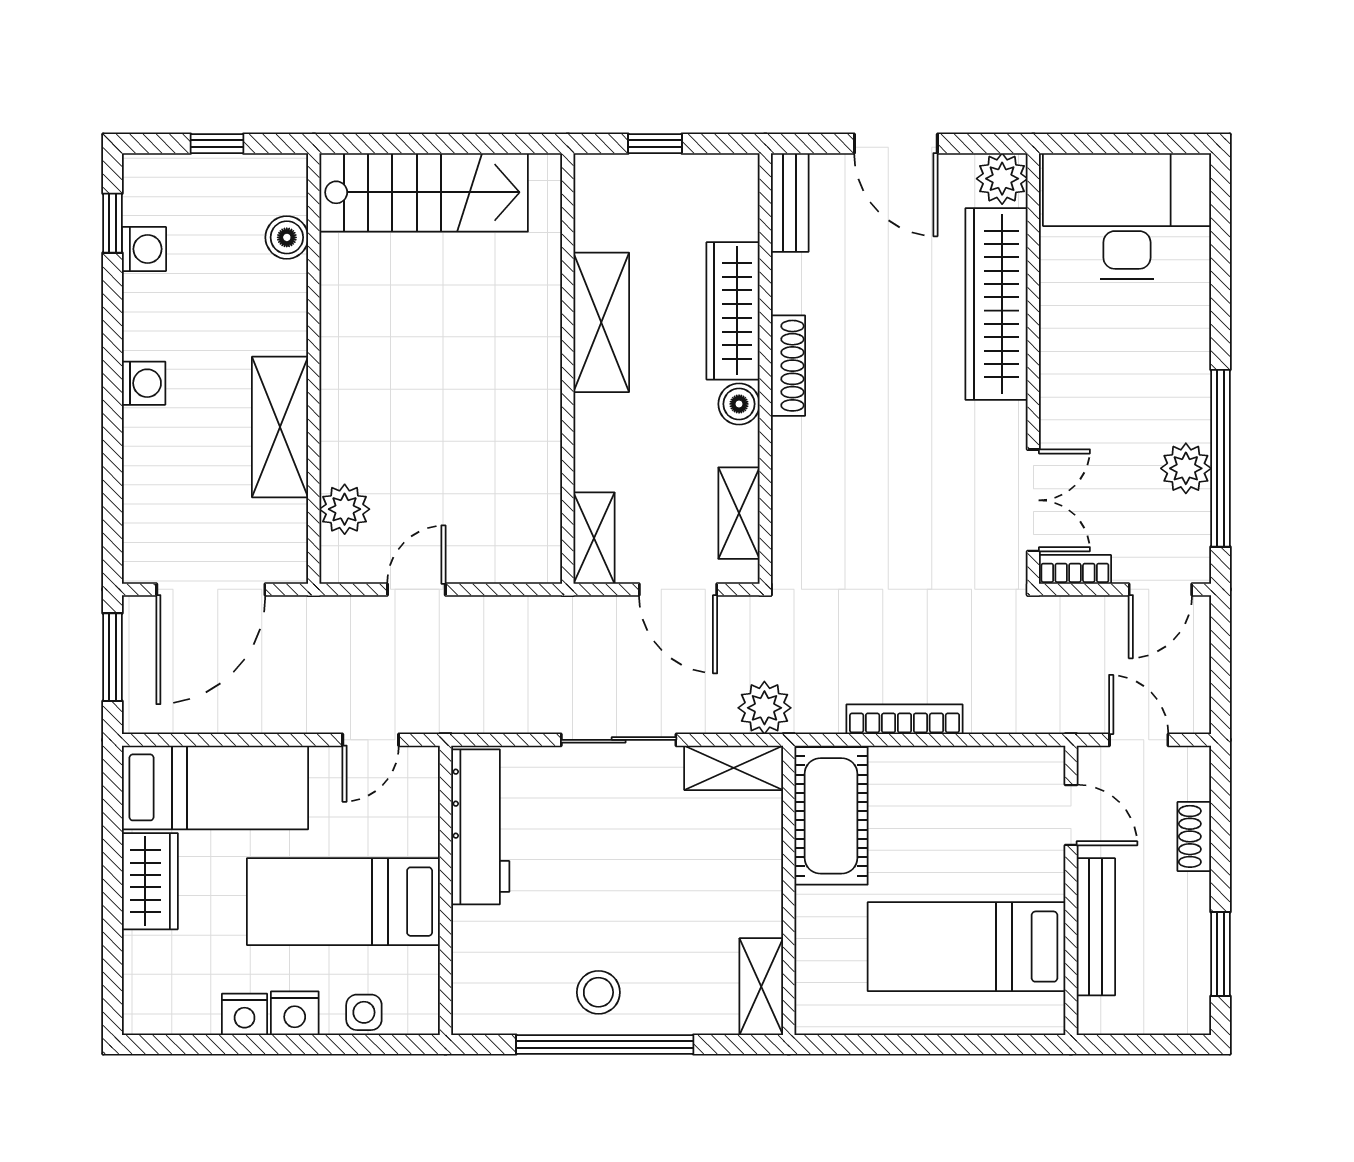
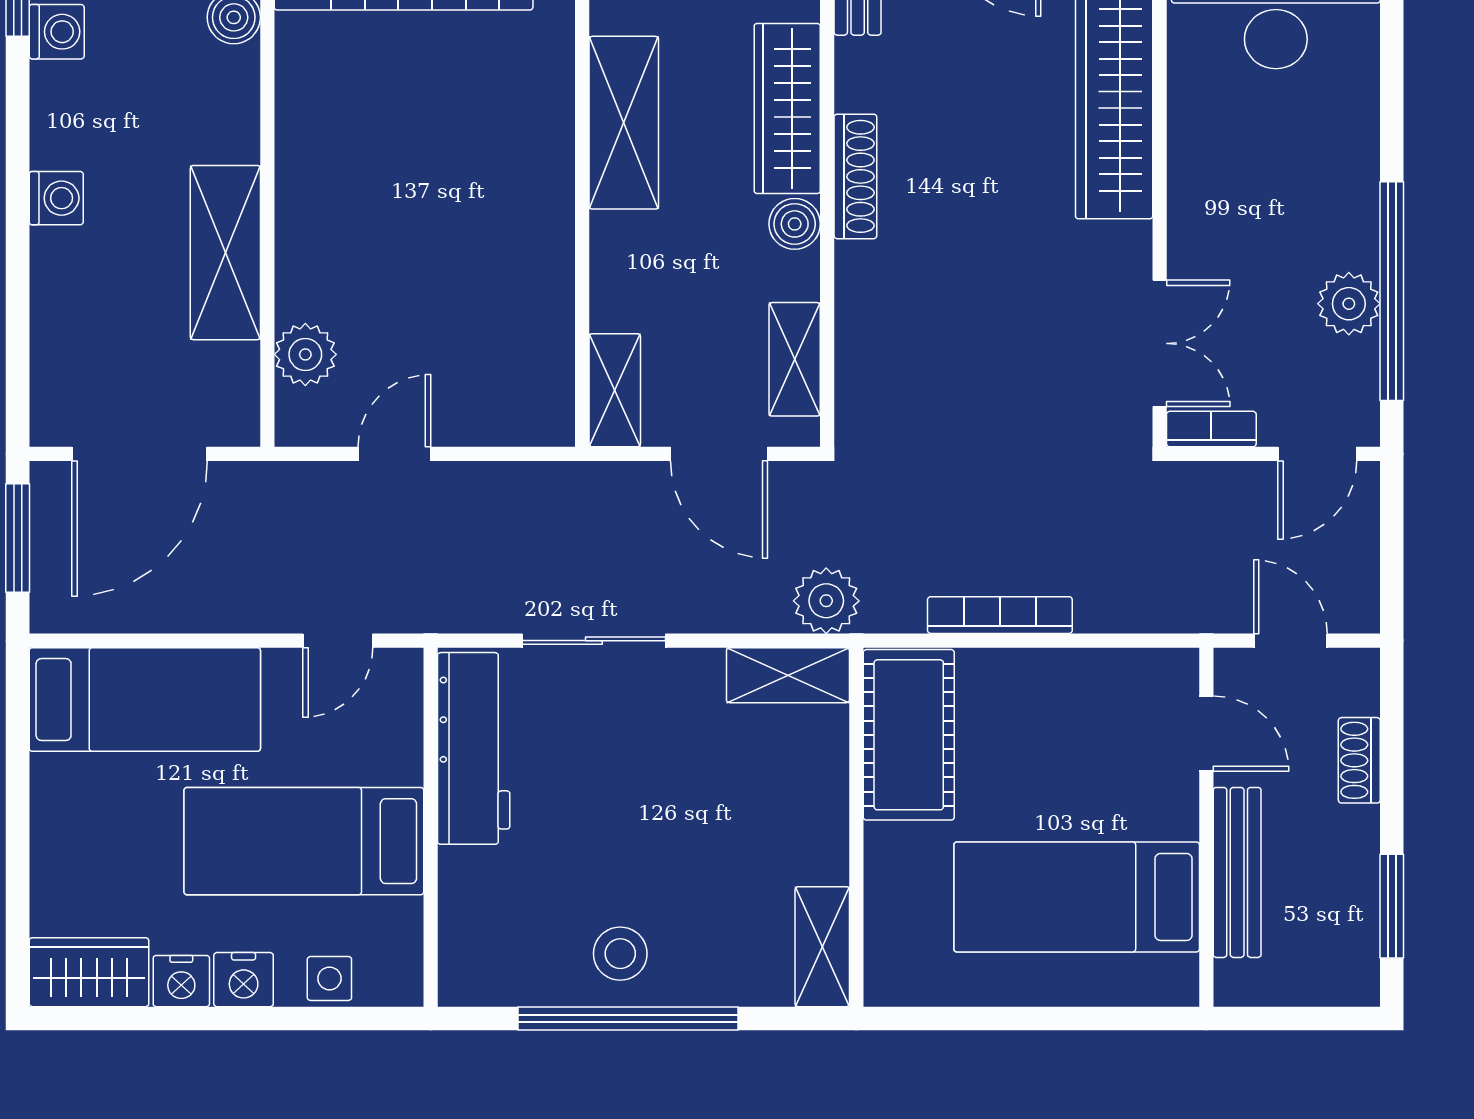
sliding door: (619, 740) -> (594, 641), moved
wardrobe: (150, 881) -> (89, 972), moved, turned -90

